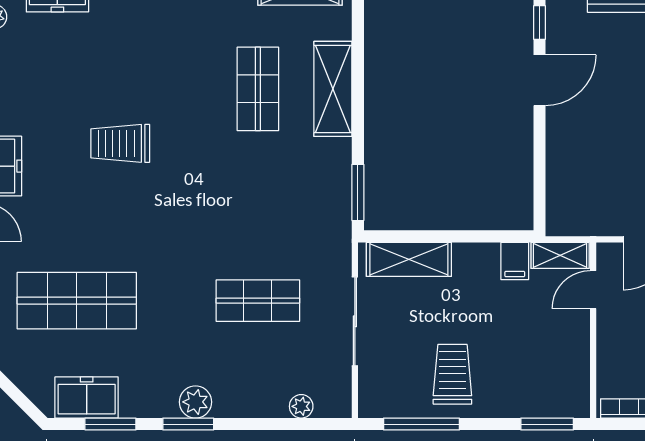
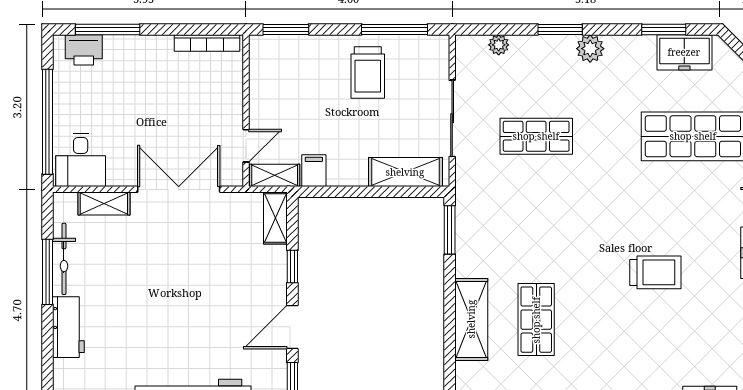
window: (540, 150) -> (292, 267), added
shelving: (559, 206) -> (275, 218), added
window: (188, 424) -> (560, 29), moved

